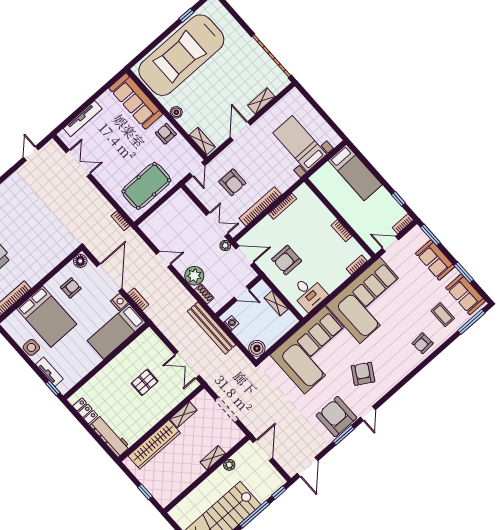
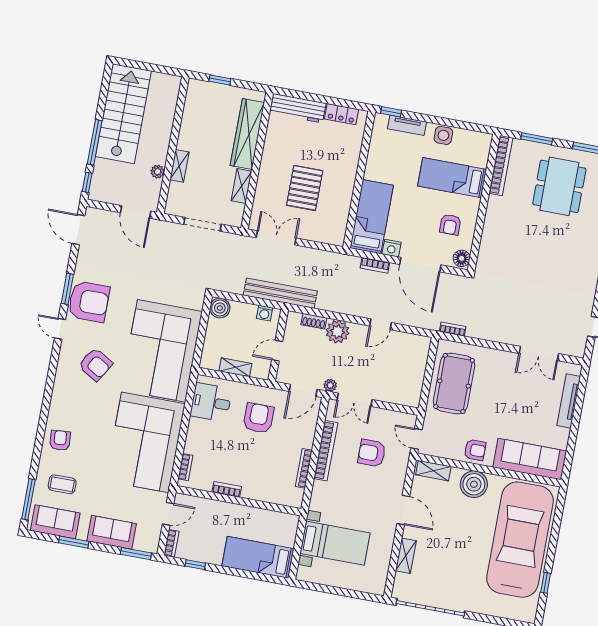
boiler: (176, 112) -> (474, 484), width x1.86, depth x1.86
bed: (47, 316) -> (452, 178), width x0.67
pallet: (145, 382) -> (305, 188), width x1.50, depth x1.42

